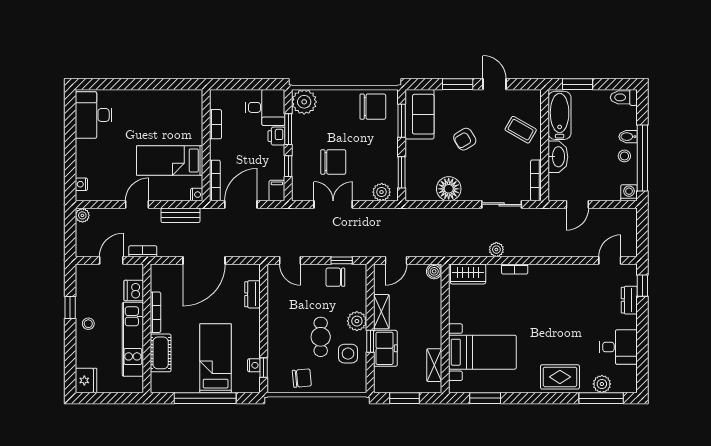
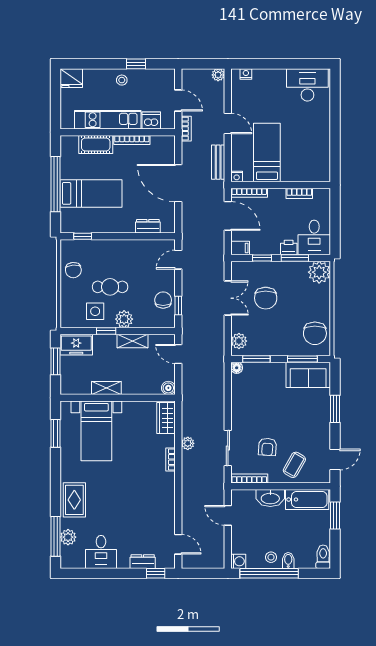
door: (494, 84) -> (335, 460), moved
armchair: (465, 139) -> (267, 447), moved, turned -145
floor lamp: (449, 189) -> (237, 368), moved, width x0.53, depth x0.53
freezer: (385, 348) -> (76, 345), moved
nightstand: (254, 365) -> (85, 228), removed
shelving: (434, 365) -> (106, 388), moved

